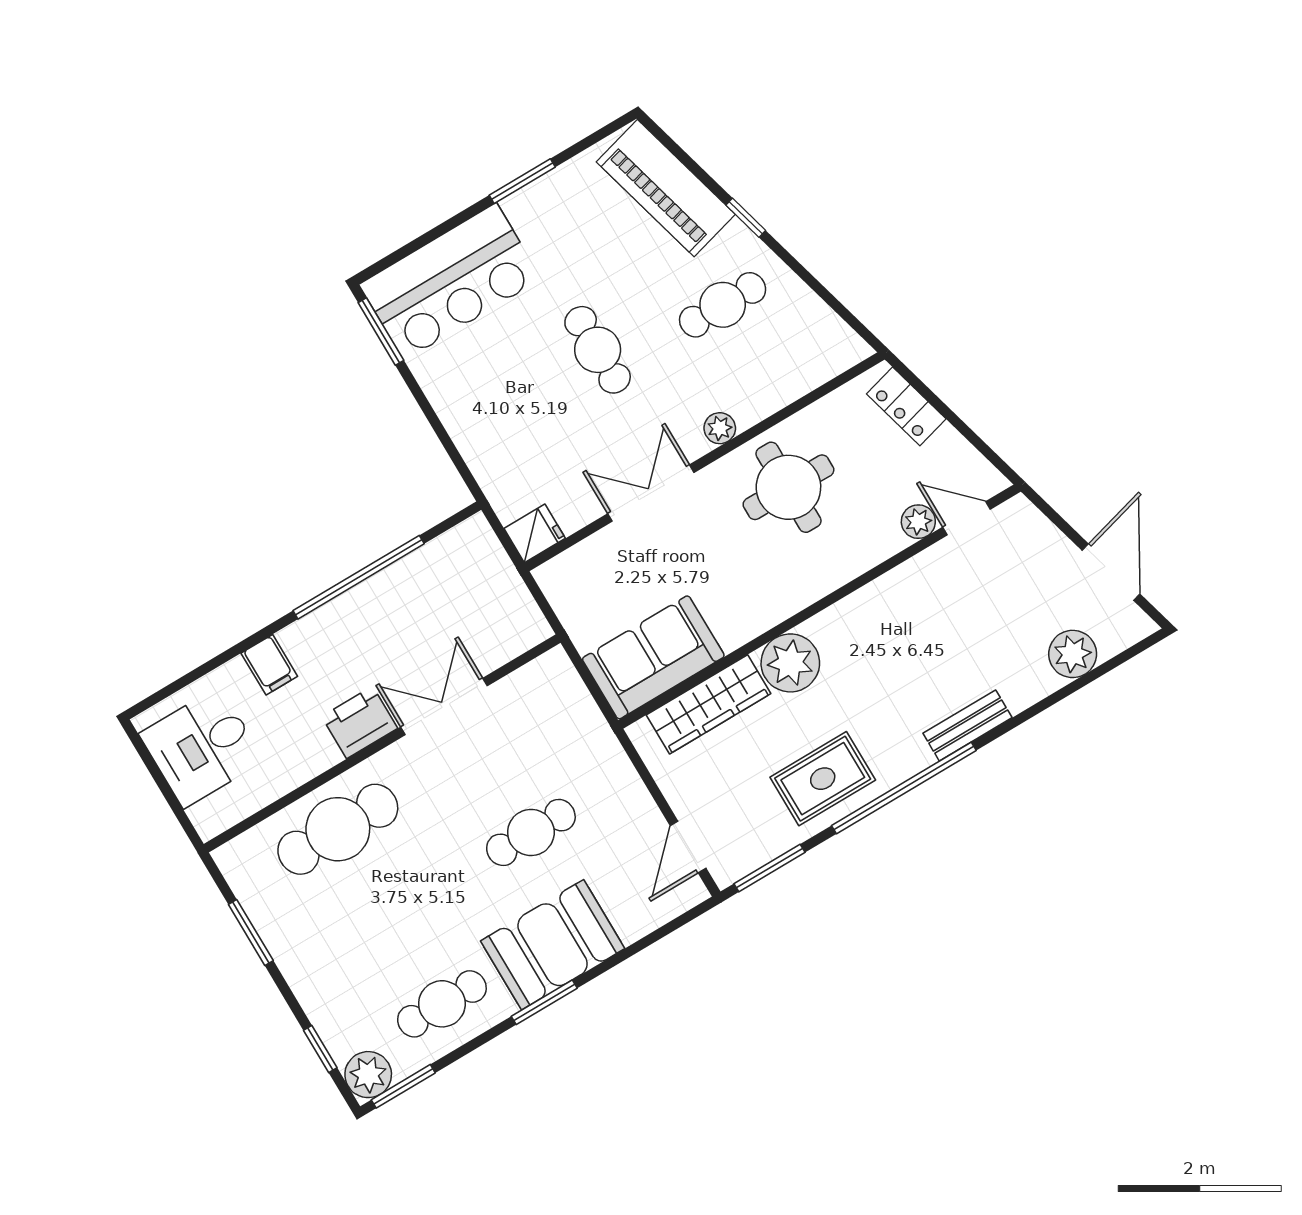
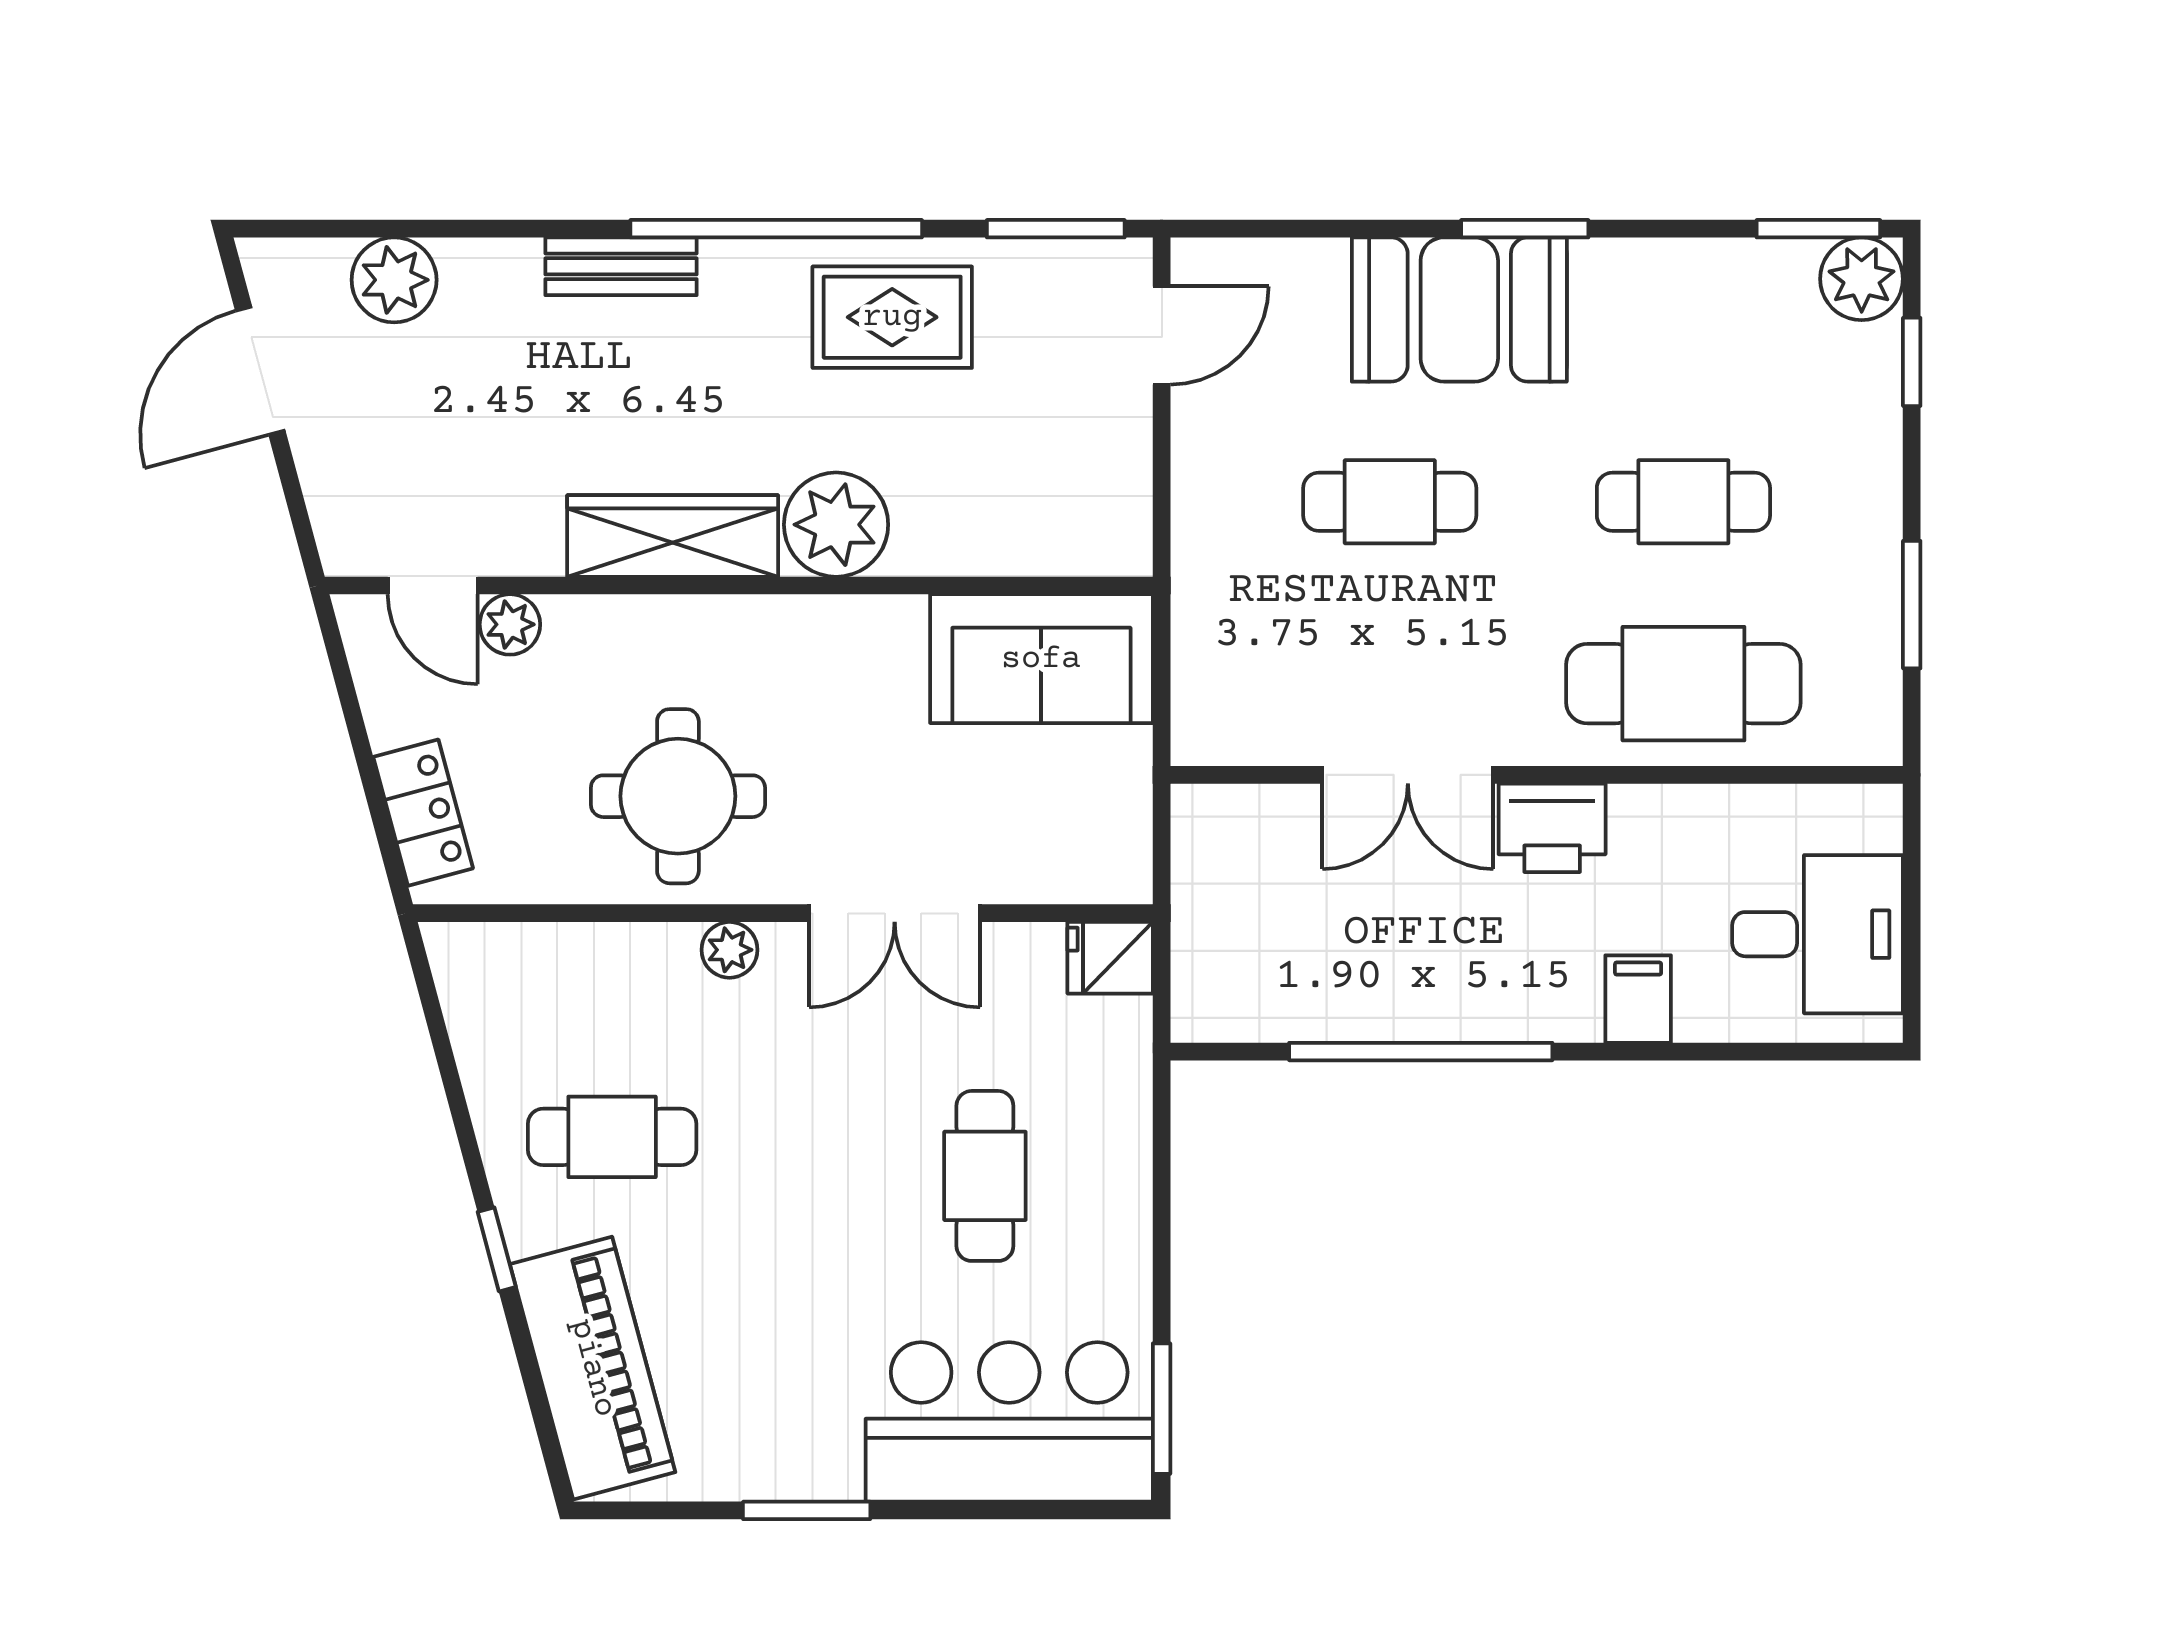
cafe table: (598, 350) -> (985, 1176), moved
wardrobe: (709, 704) -> (673, 536), moved
cafe table: (442, 1004) -> (1683, 502), moved

